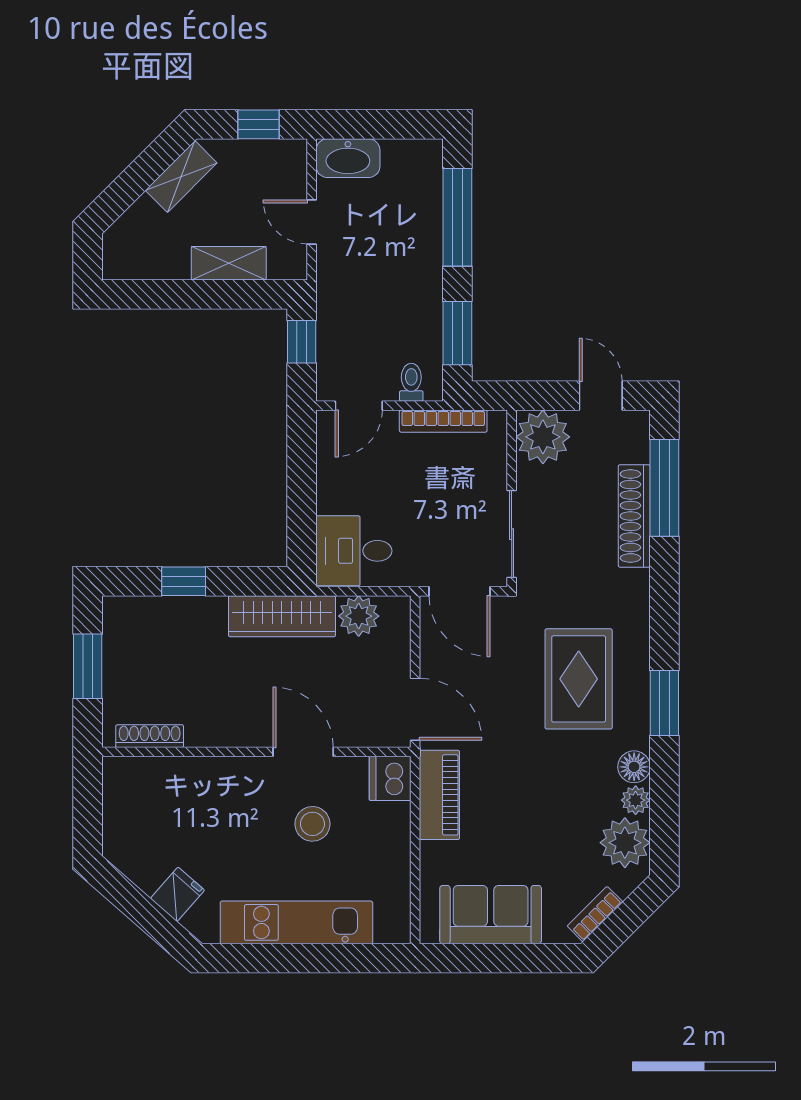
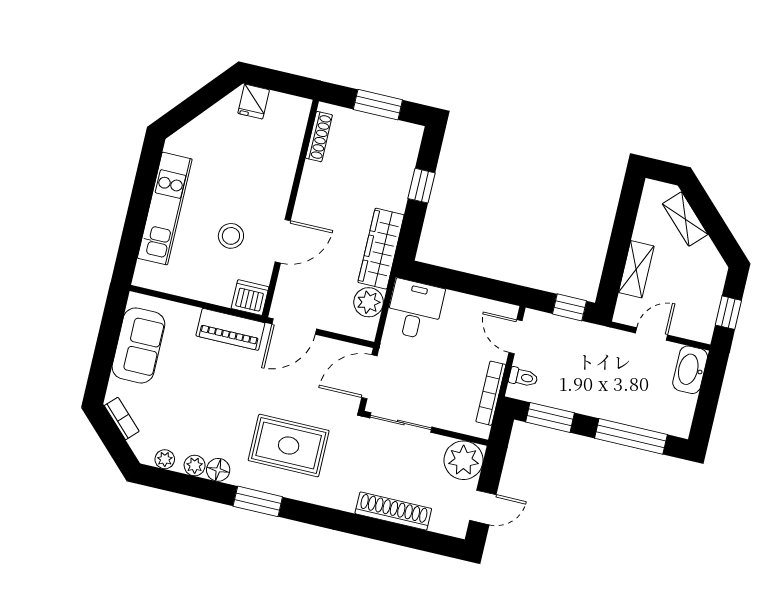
shelving: (181, 177) -> (685, 219), moved
window: (664, 488) -> (408, 537), removed
plant: (625, 843) -> (165, 459), width x0.53, depth x0.53
fridge: (177, 894) -> (254, 102), moved, turned 49

